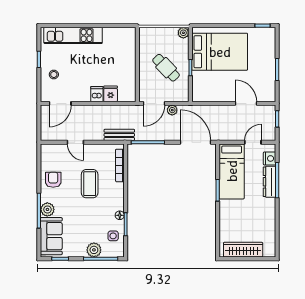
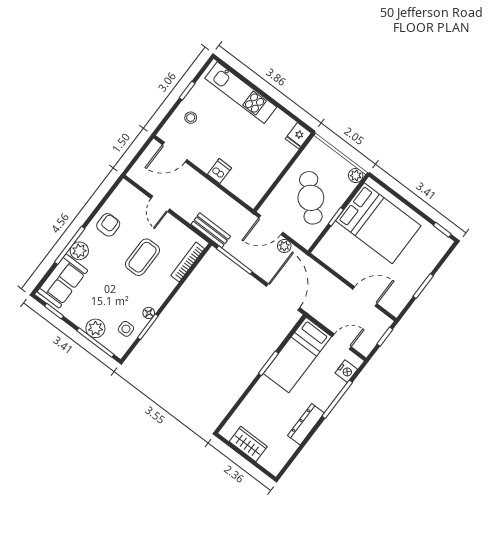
cafe table: (166, 68) -> (311, 198), width x1.37, depth x1.35
fridge: (111, 94) -> (298, 136), moved, turned 180
door: (246, 103) -> (365, 296), hinge flipped
dresser: (269, 182) -> (306, 424), moved
wardrobe: (243, 250) -> (248, 444), width x0.67

